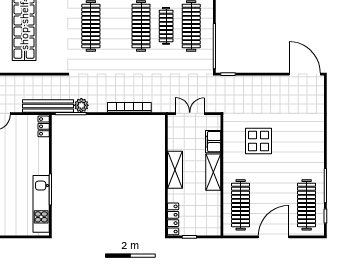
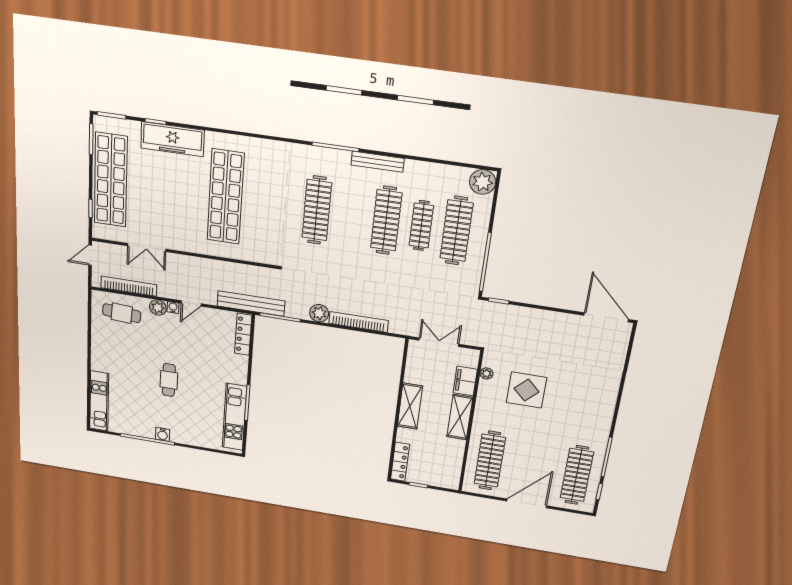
plant: (81, 105) -> (319, 313), moved
locker: (44, 126) -> (243, 334), width x1.53
plant: (228, 133) -> (487, 373), added

